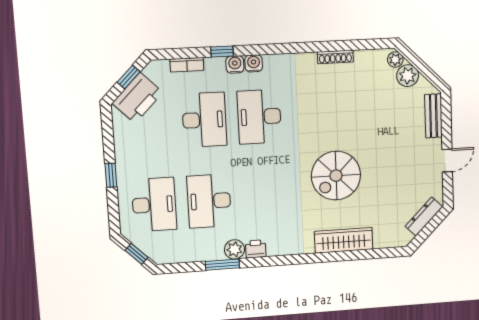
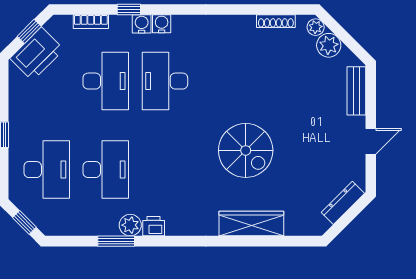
shoe rack: (335, 57) -> (276, 21), moved
spiral stairs: (336, 176) -> (246, 150), turned -90
desk: (209, 201) -> (106, 170), turned 180

